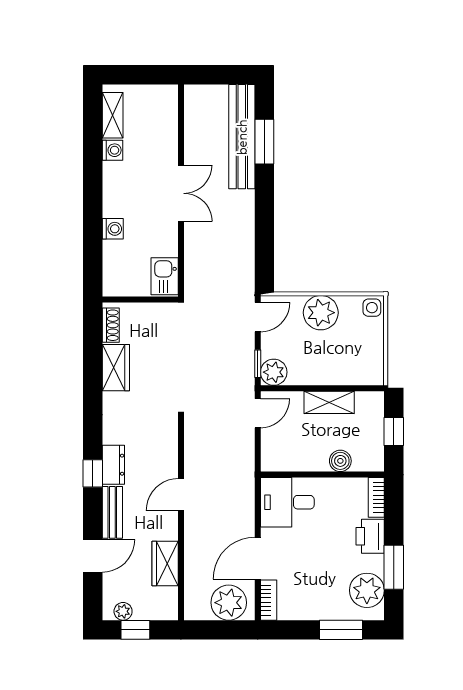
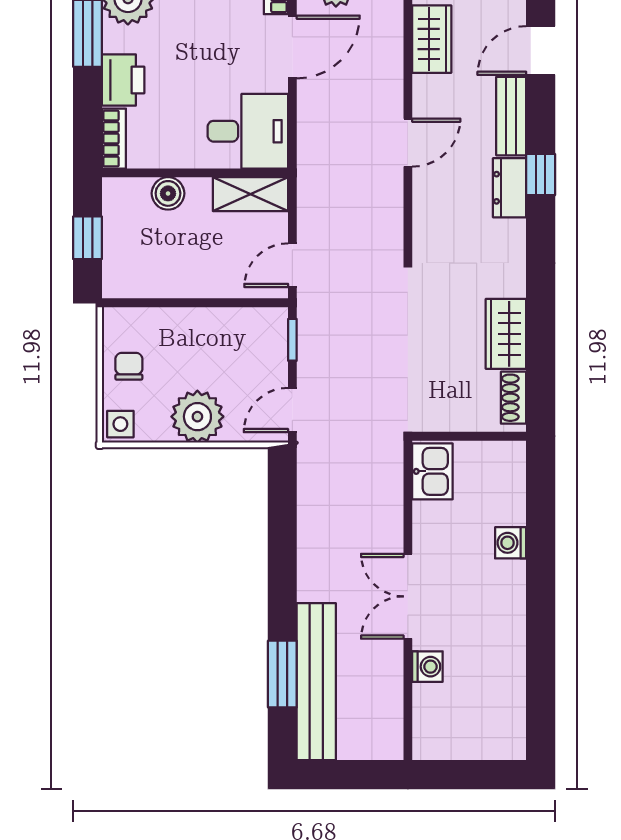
shelving: (113, 115) -> (511, 714), removed
washing machine: (113, 150) -> (427, 667), moved, turned 180
chair: (366, 346) -> (129, 366), added
plant: (274, 372) -> (268, 327), removed
shelving: (329, 402) -> (250, 194), moved

